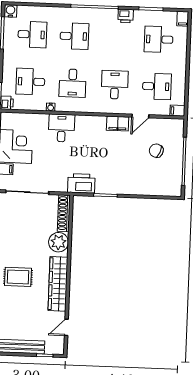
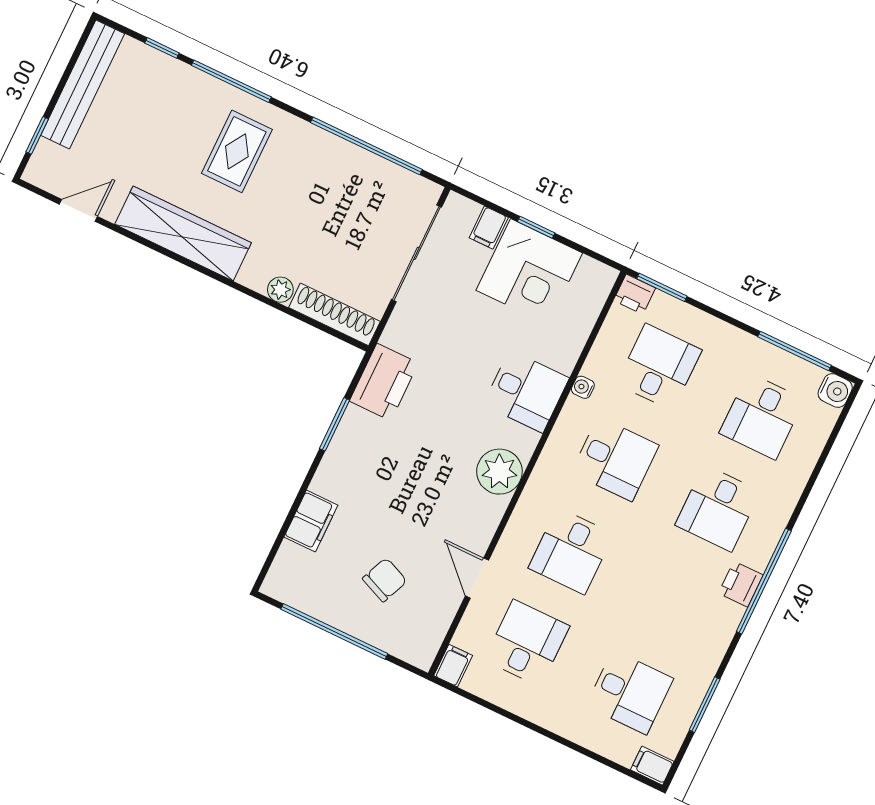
printer: (126, 16) -> (741, 584), moved
desk: (159, 39) -> (630, 692), turned 90
desk: (73, 83) -> (615, 459), turned 180
desk: (115, 85) -> (571, 551), turned 90
desk: (157, 86) -> (527, 643), turned 180
filing cabinet: (118, 124) -> (311, 521), moved, turned 180
plant: (96, 125) -> (499, 472), added
plant: (59, 242) -> (280, 290), width x0.53, depth x0.53
door: (66, 327) -> (78, 210), hinge flipped

